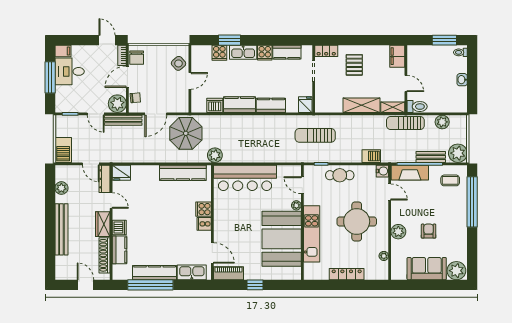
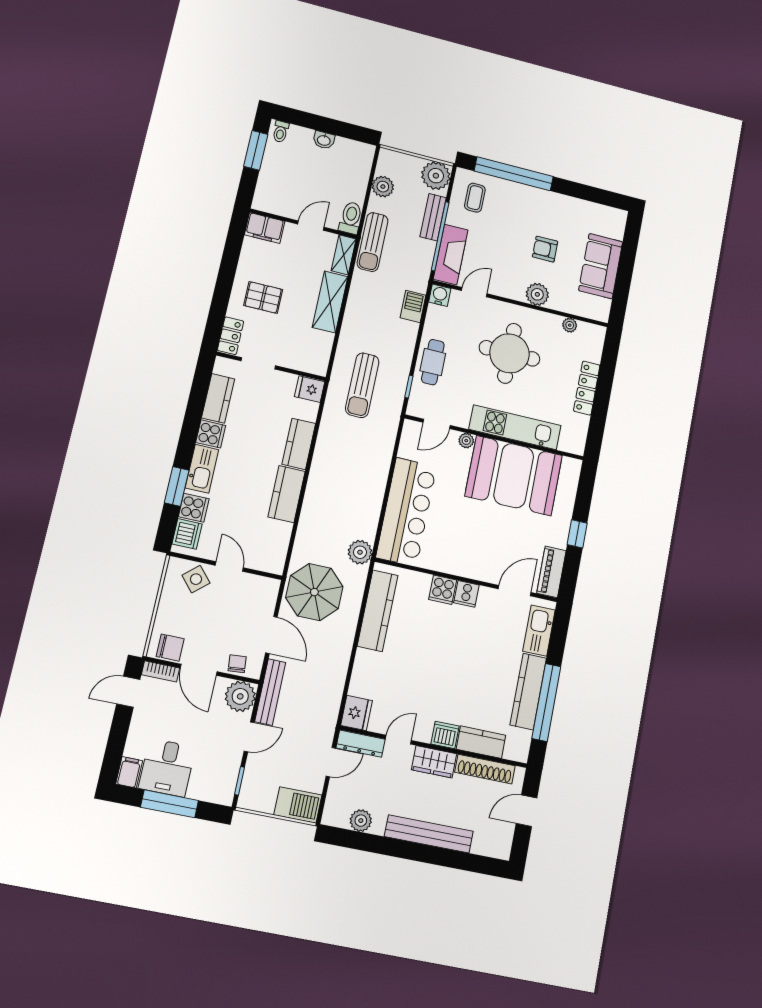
dishwasher: (215, 105) -> (187, 534), moved, turned 180
plant: (456, 271) -> (612, 223), removed

